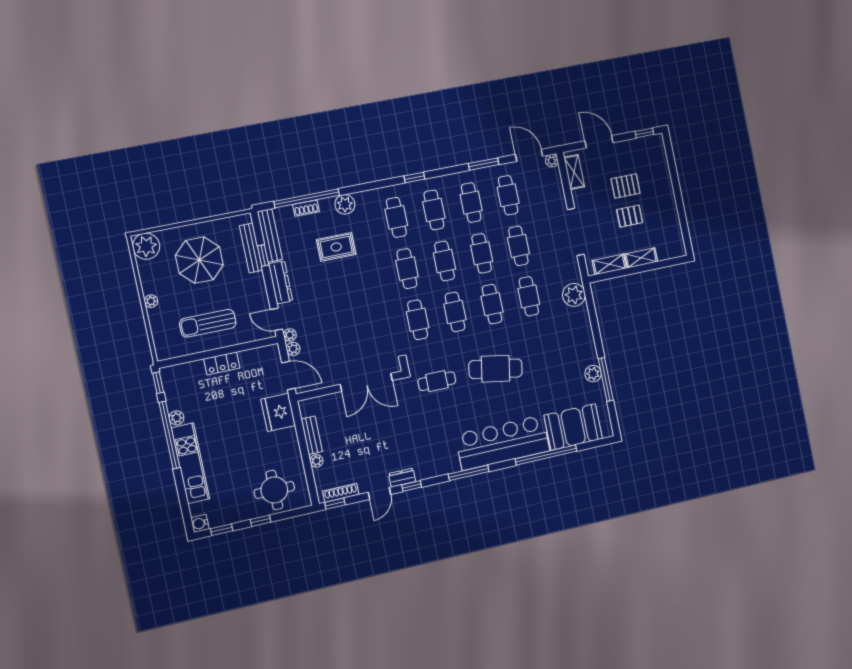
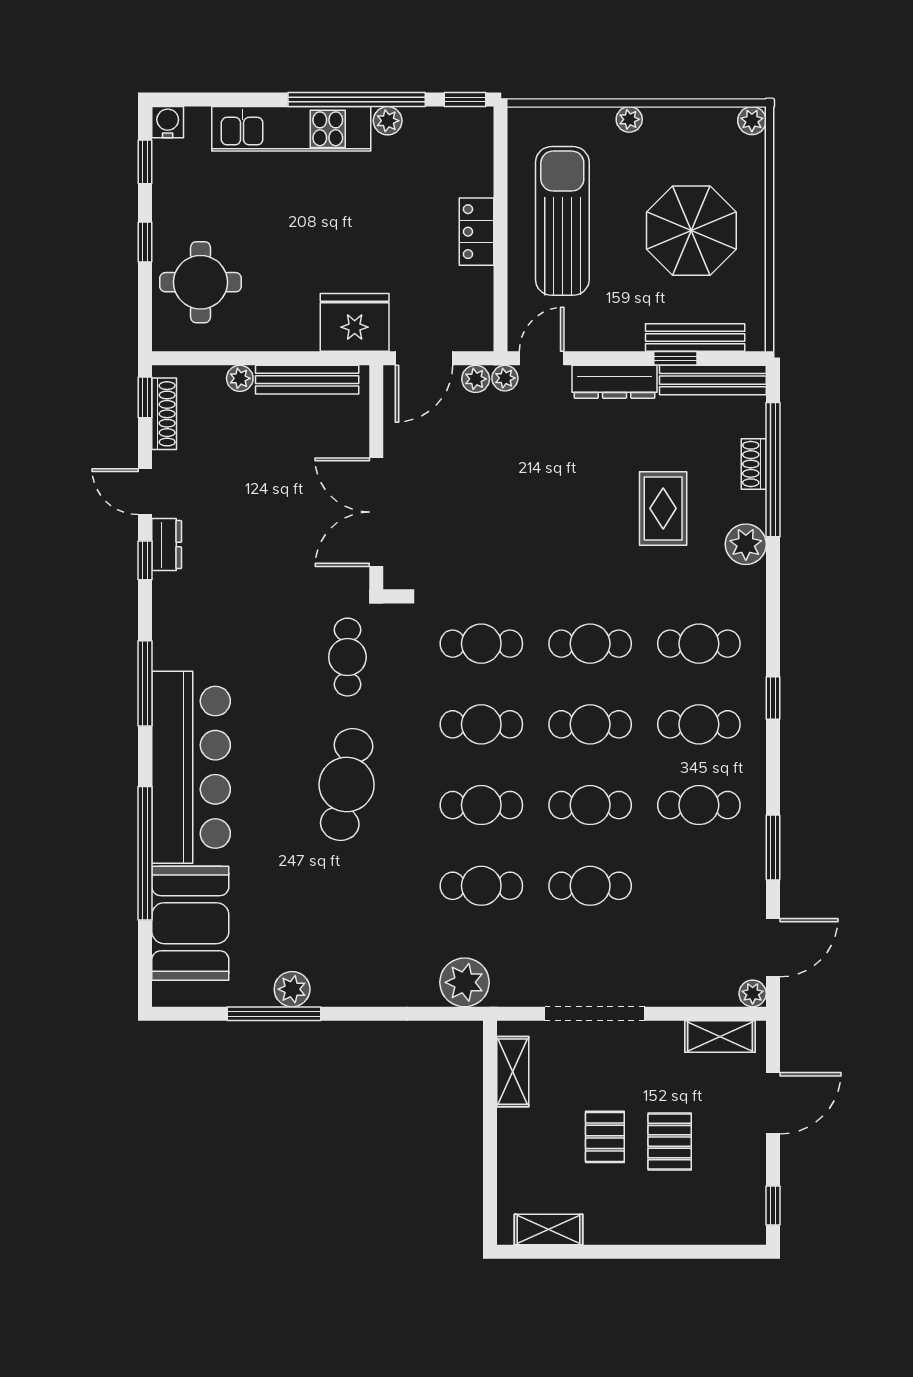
cafe table: (508, 195) -> (699, 886), removed
plant: (146, 246) -> (752, 121), width x0.53, depth x0.53
shelving: (641, 258) -> (549, 1230), moved, turned 90
sun lounger: (208, 323) -> (562, 221), width x1.36, depth x1.34
bench: (312, 435) -> (307, 380), width x1.36

